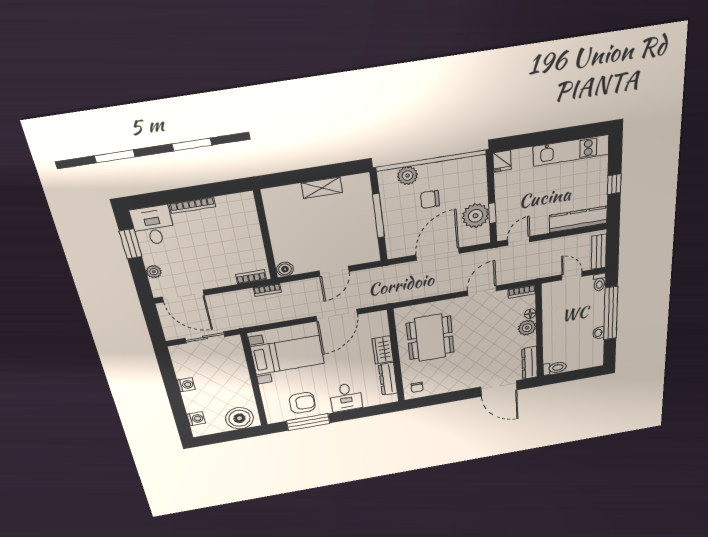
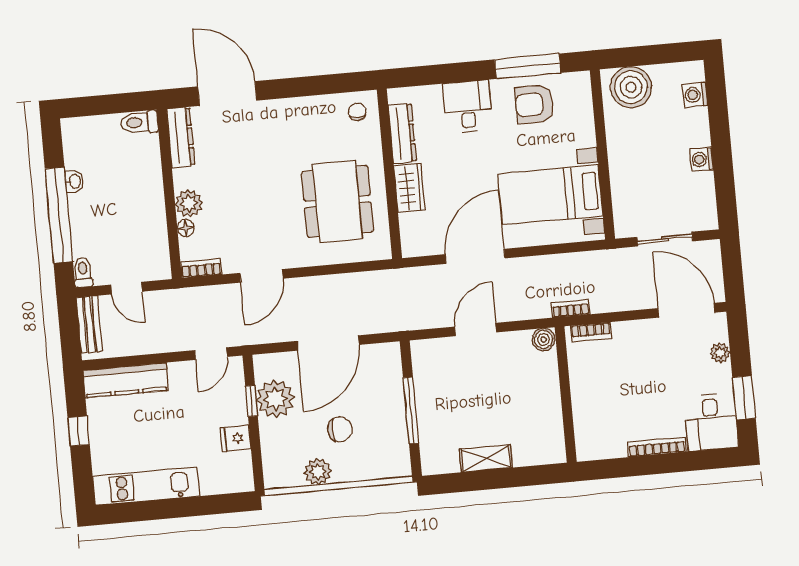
fridge: (502, 161) -> (236, 438), moved, turned -90
plant: (408, 176) -> (318, 472), moved

